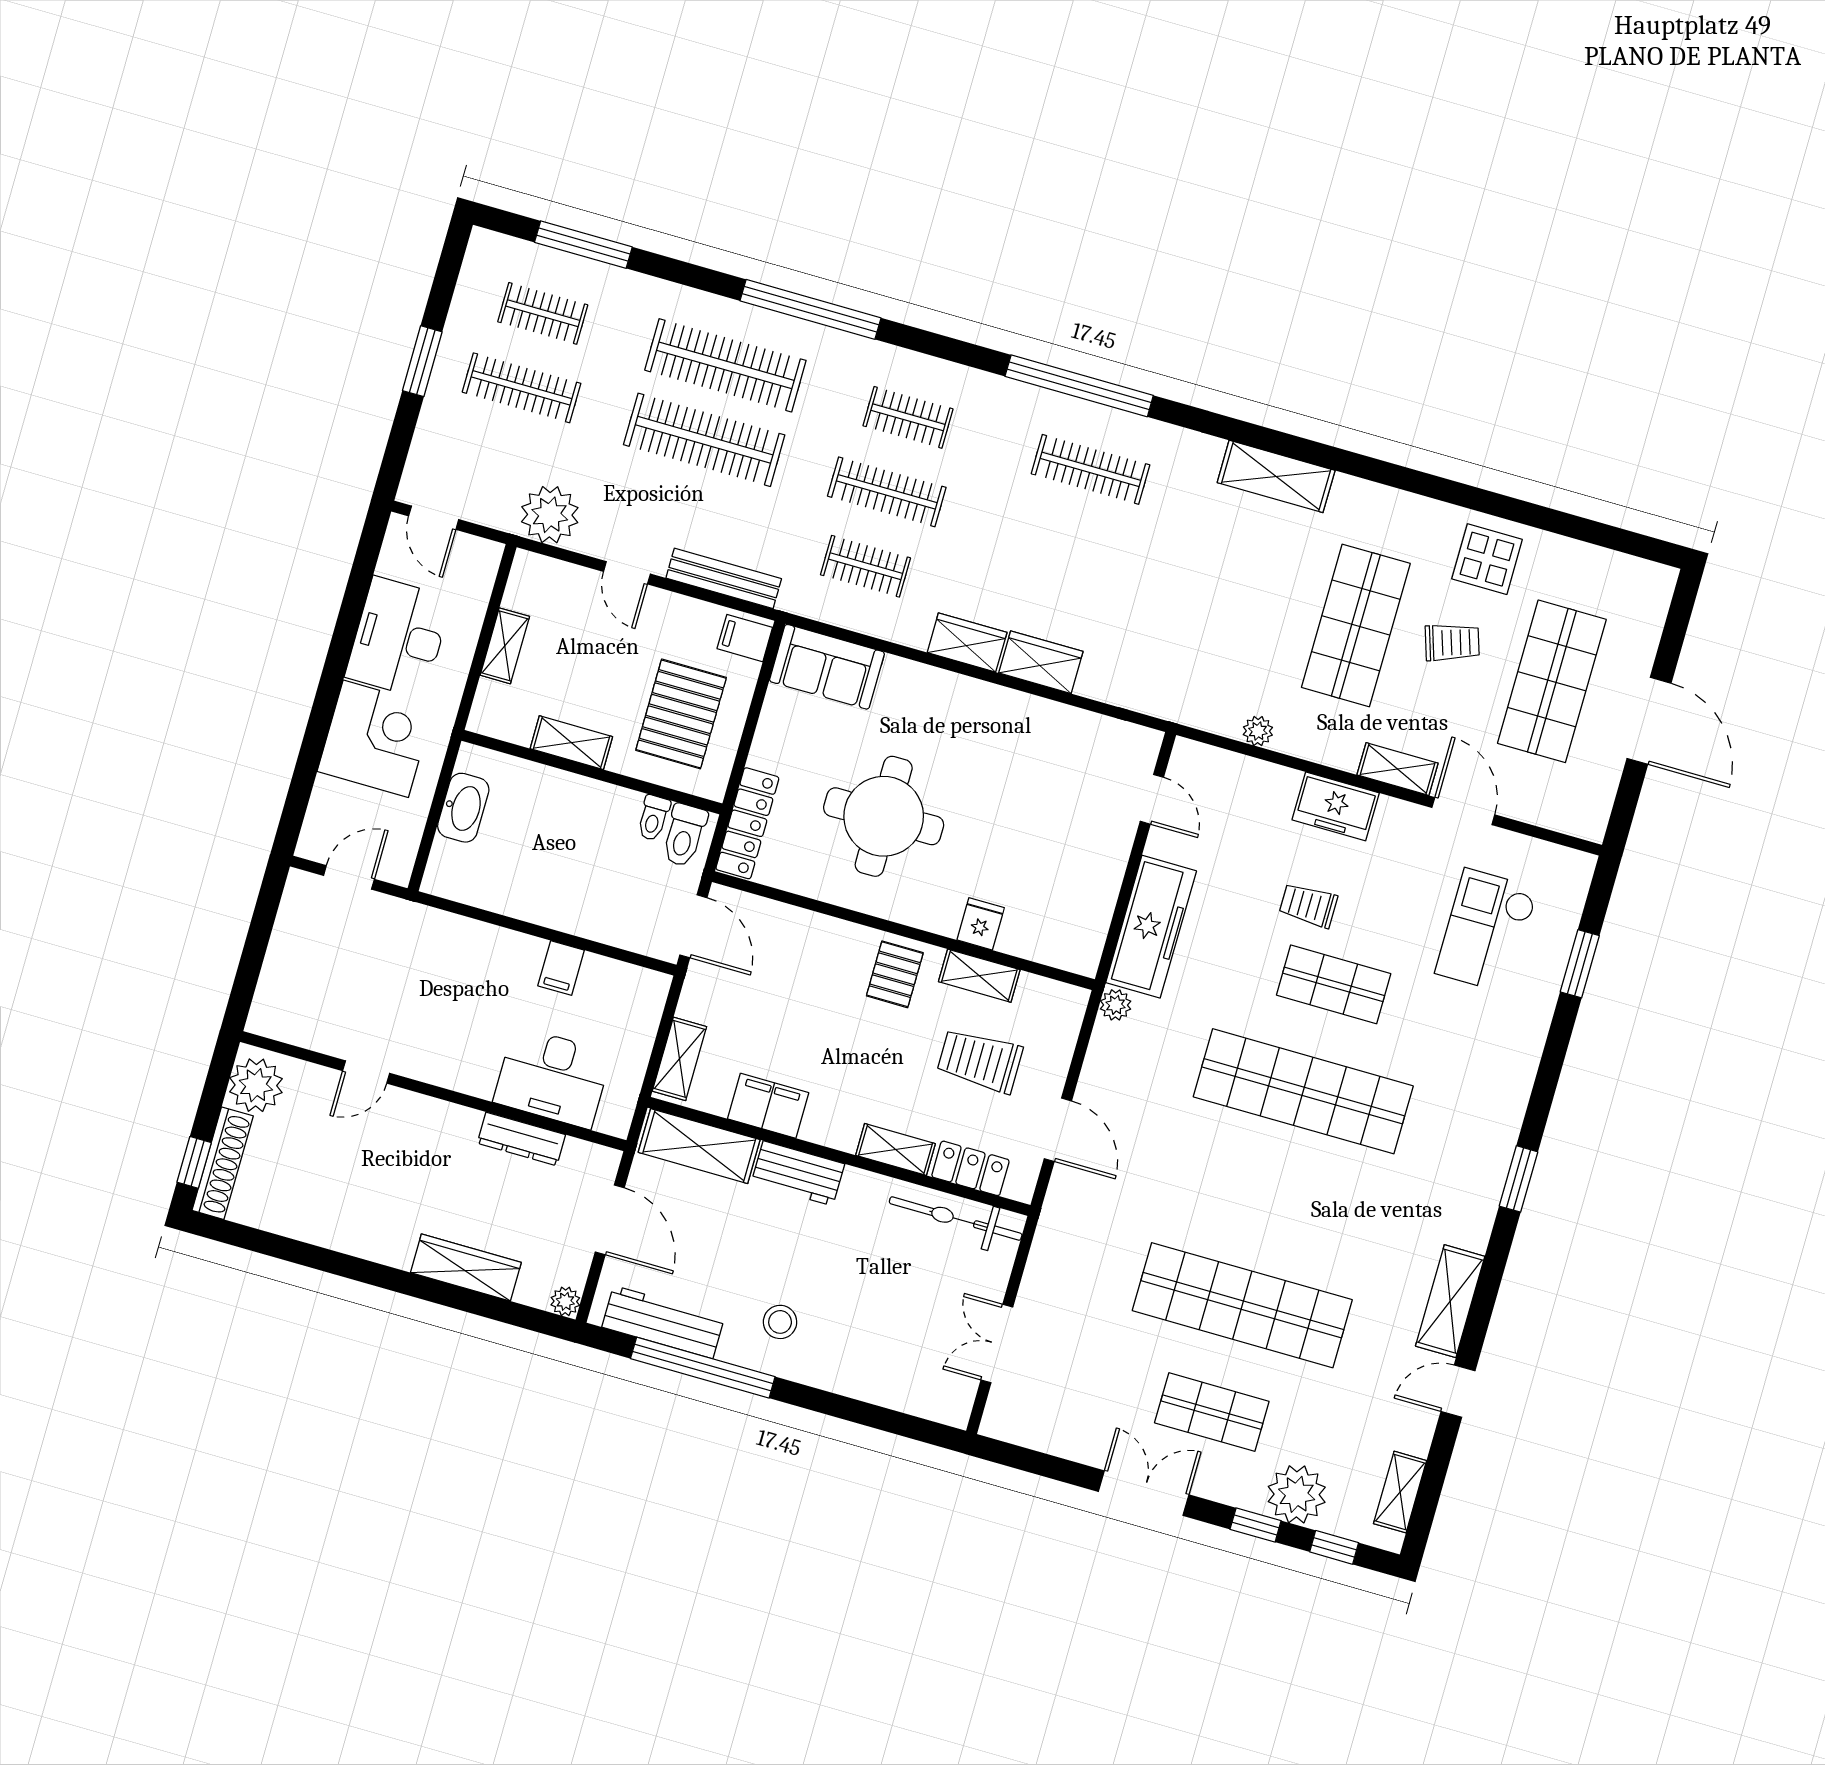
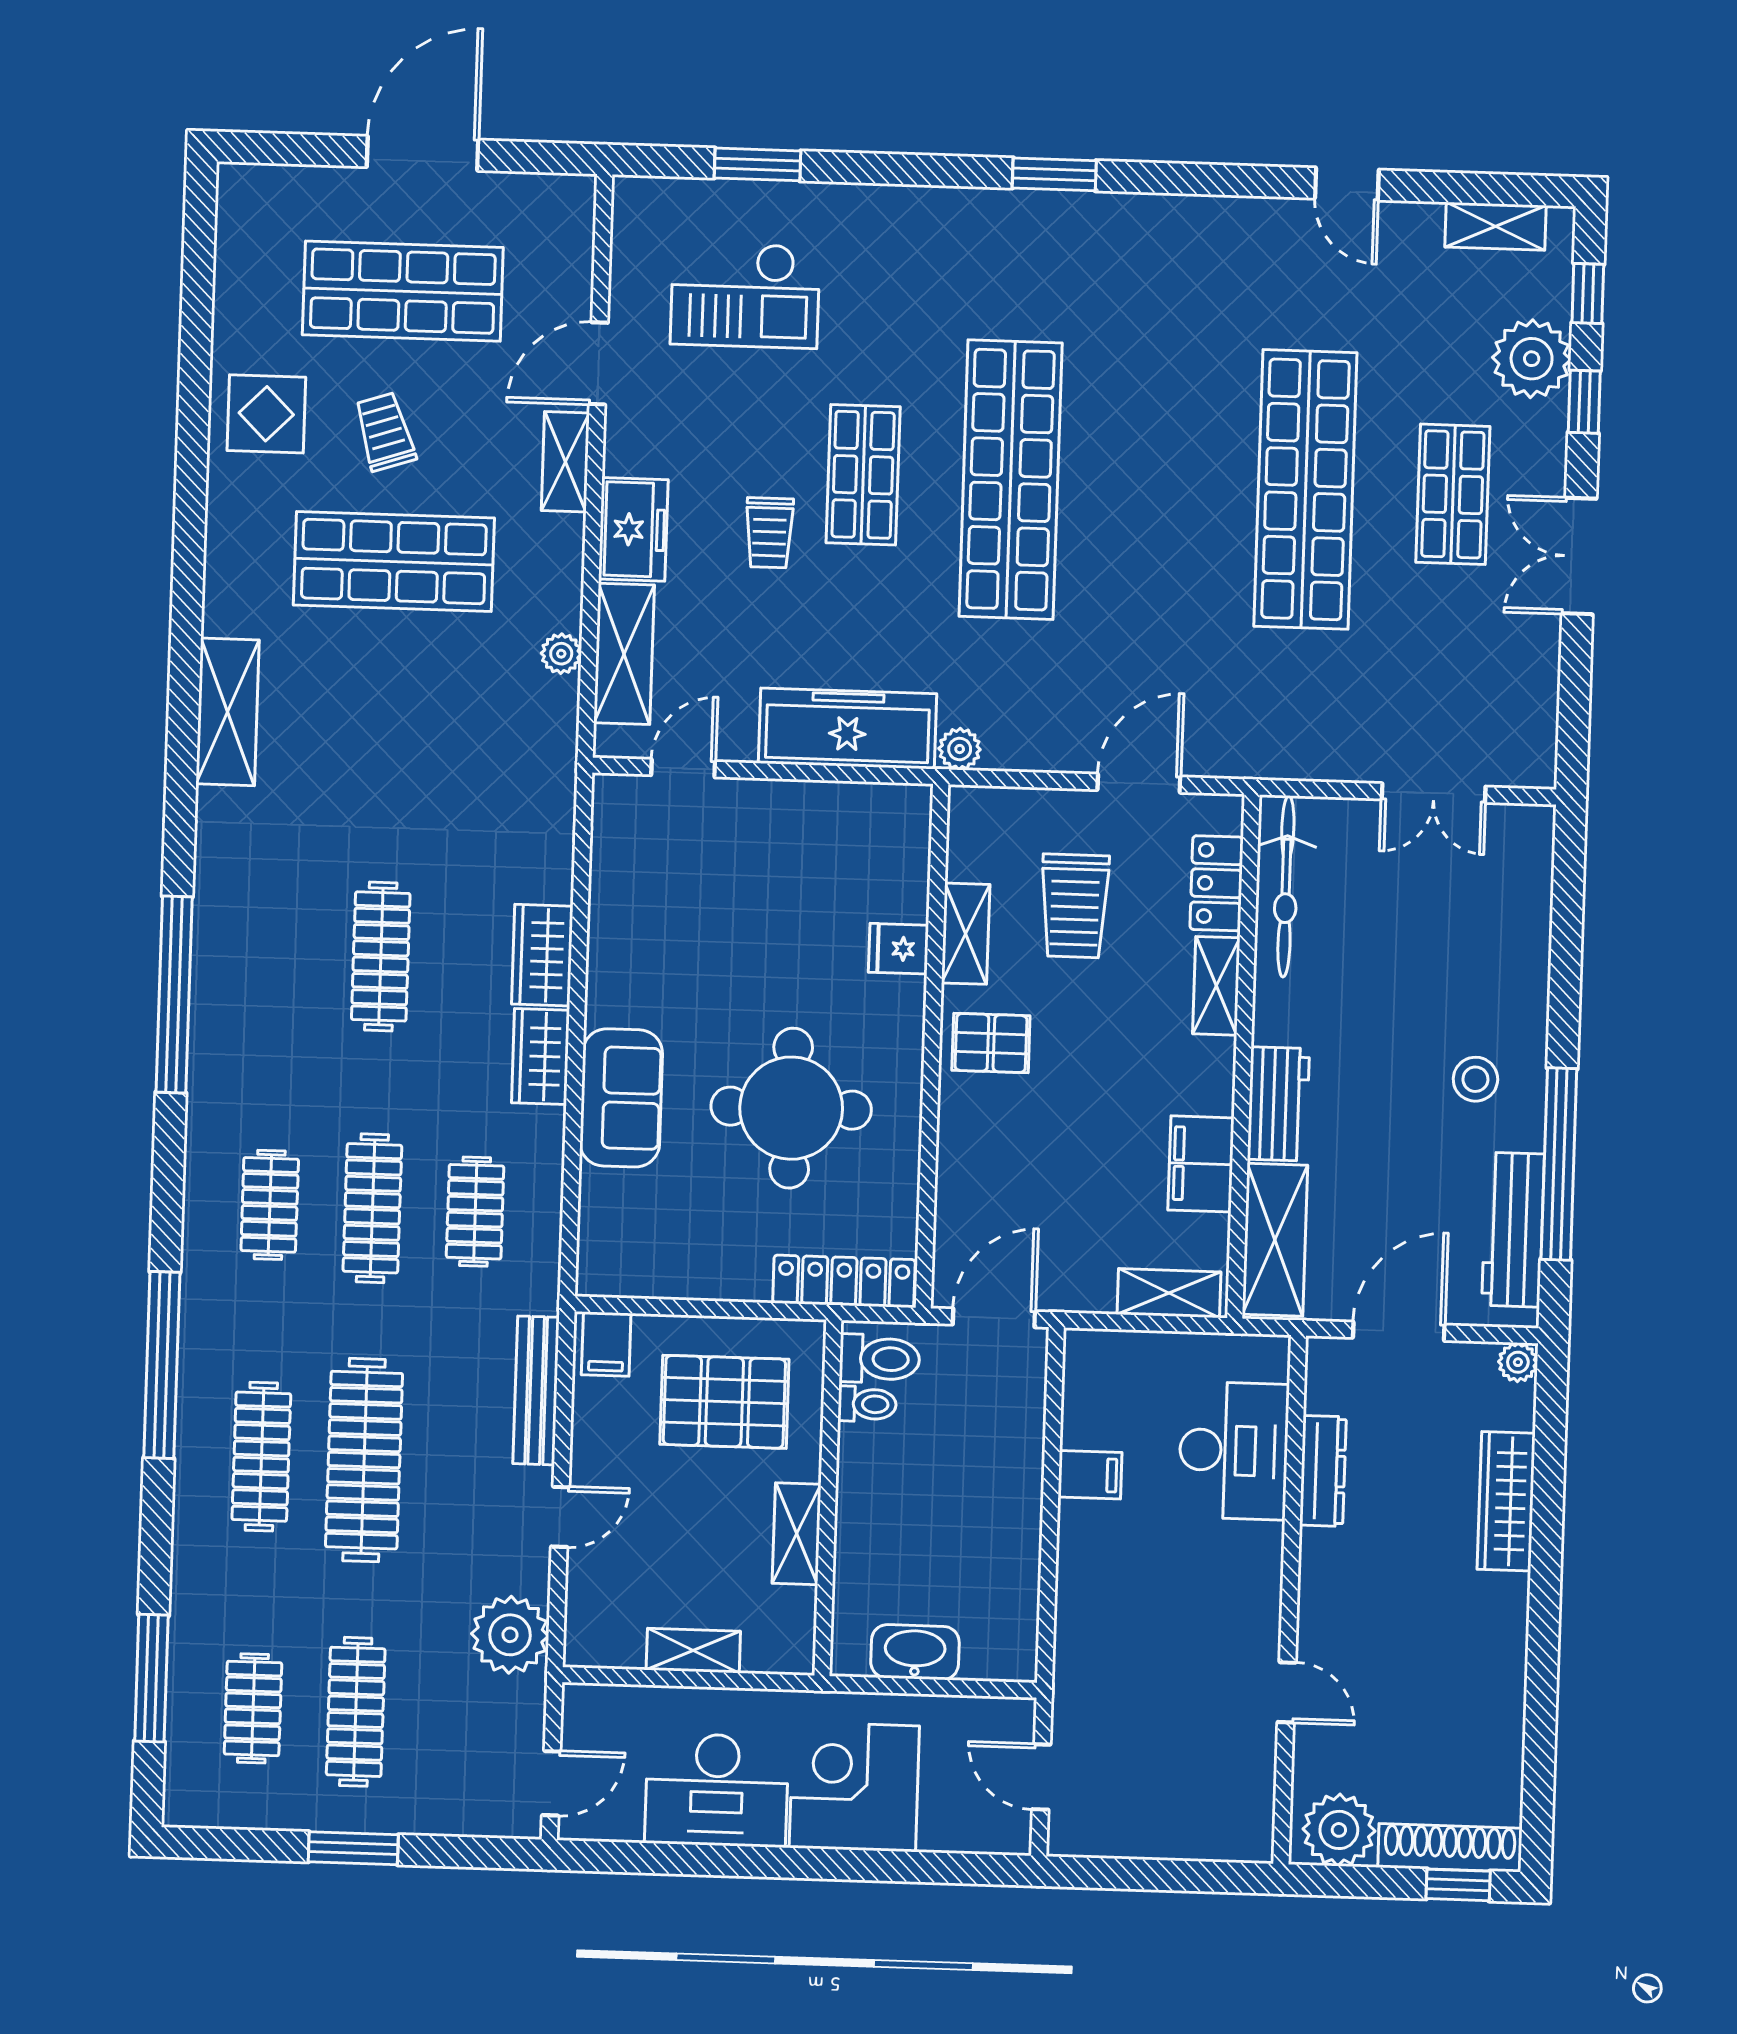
clothes rail: (725, 365) -> (261, 1457), width x0.73, depth x0.76
clothes rail: (1091, 469) -> (381, 956), moved
sofa: (827, 667) -> (621, 1098), moved
shelving: (1450, 1301) -> (624, 654), moved, turned 90

